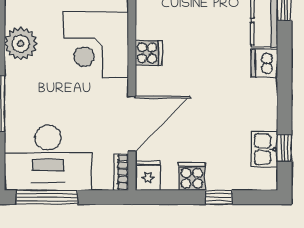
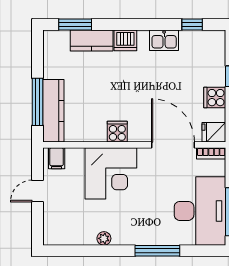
plant: (21, 44) -> (104, 238), width x0.53, depth x0.53
kitchen sink: (264, 149) -> (164, 40), moved

